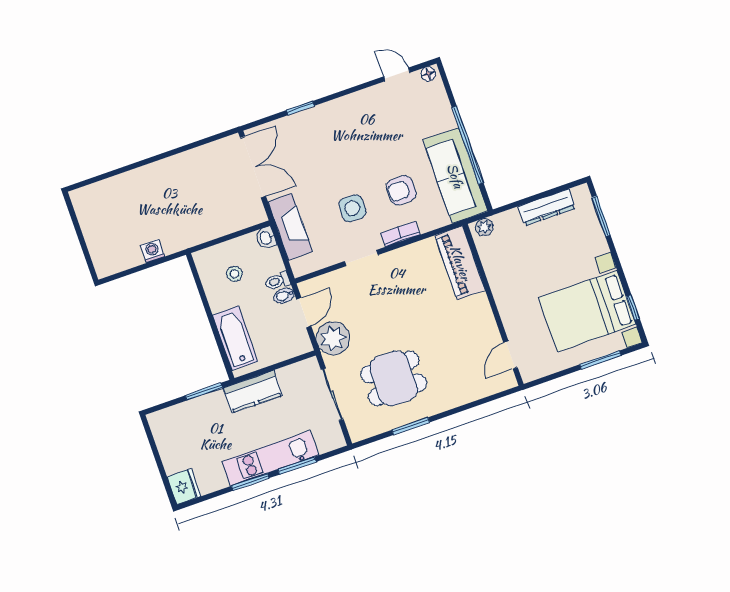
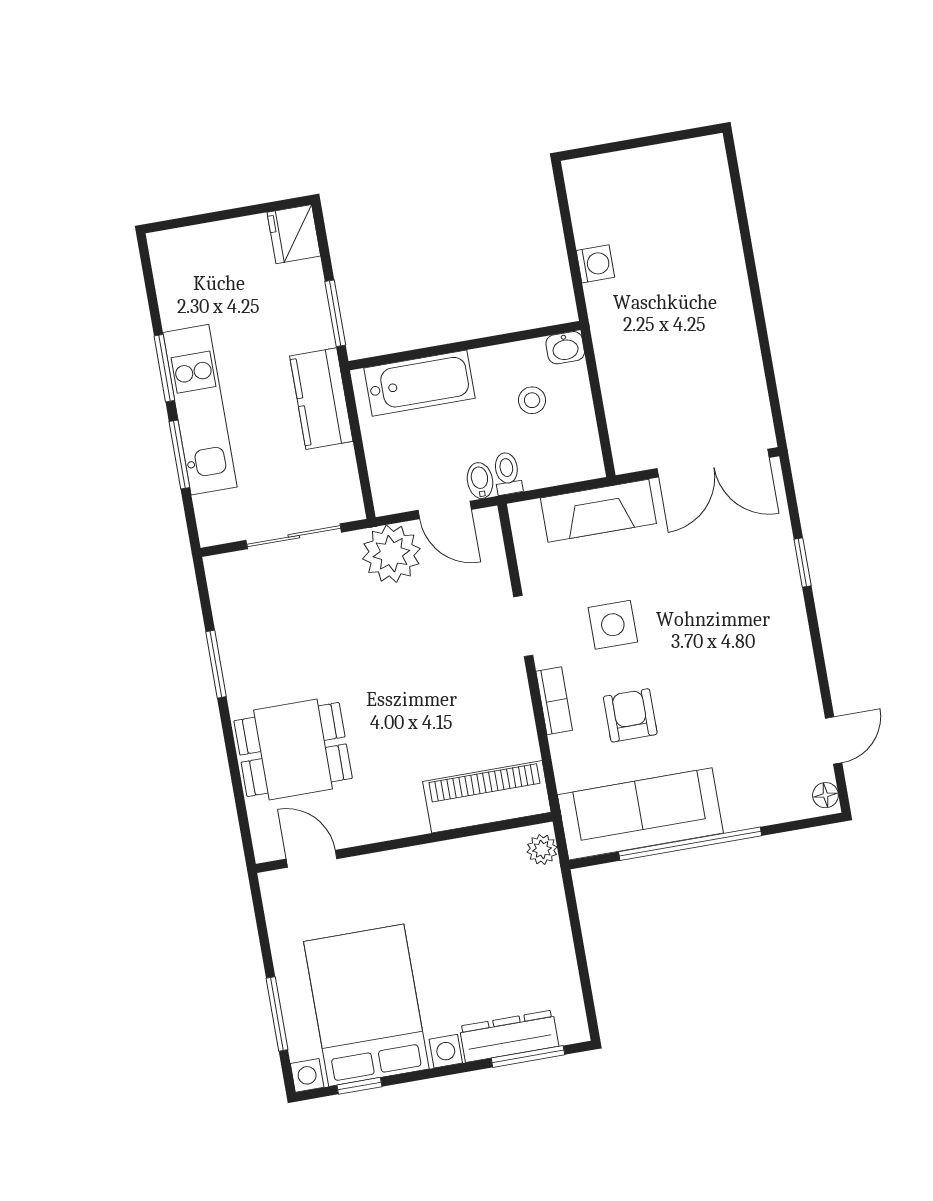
dresser: (547, 207) -> (509, 1036), moved, turned 90
washbasin: (266, 238) -> (565, 348), moved, turned 180
dining table: (394, 378) -> (293, 750), moved, turned 90
fridge: (184, 487) -> (294, 234), moved, turned 90

